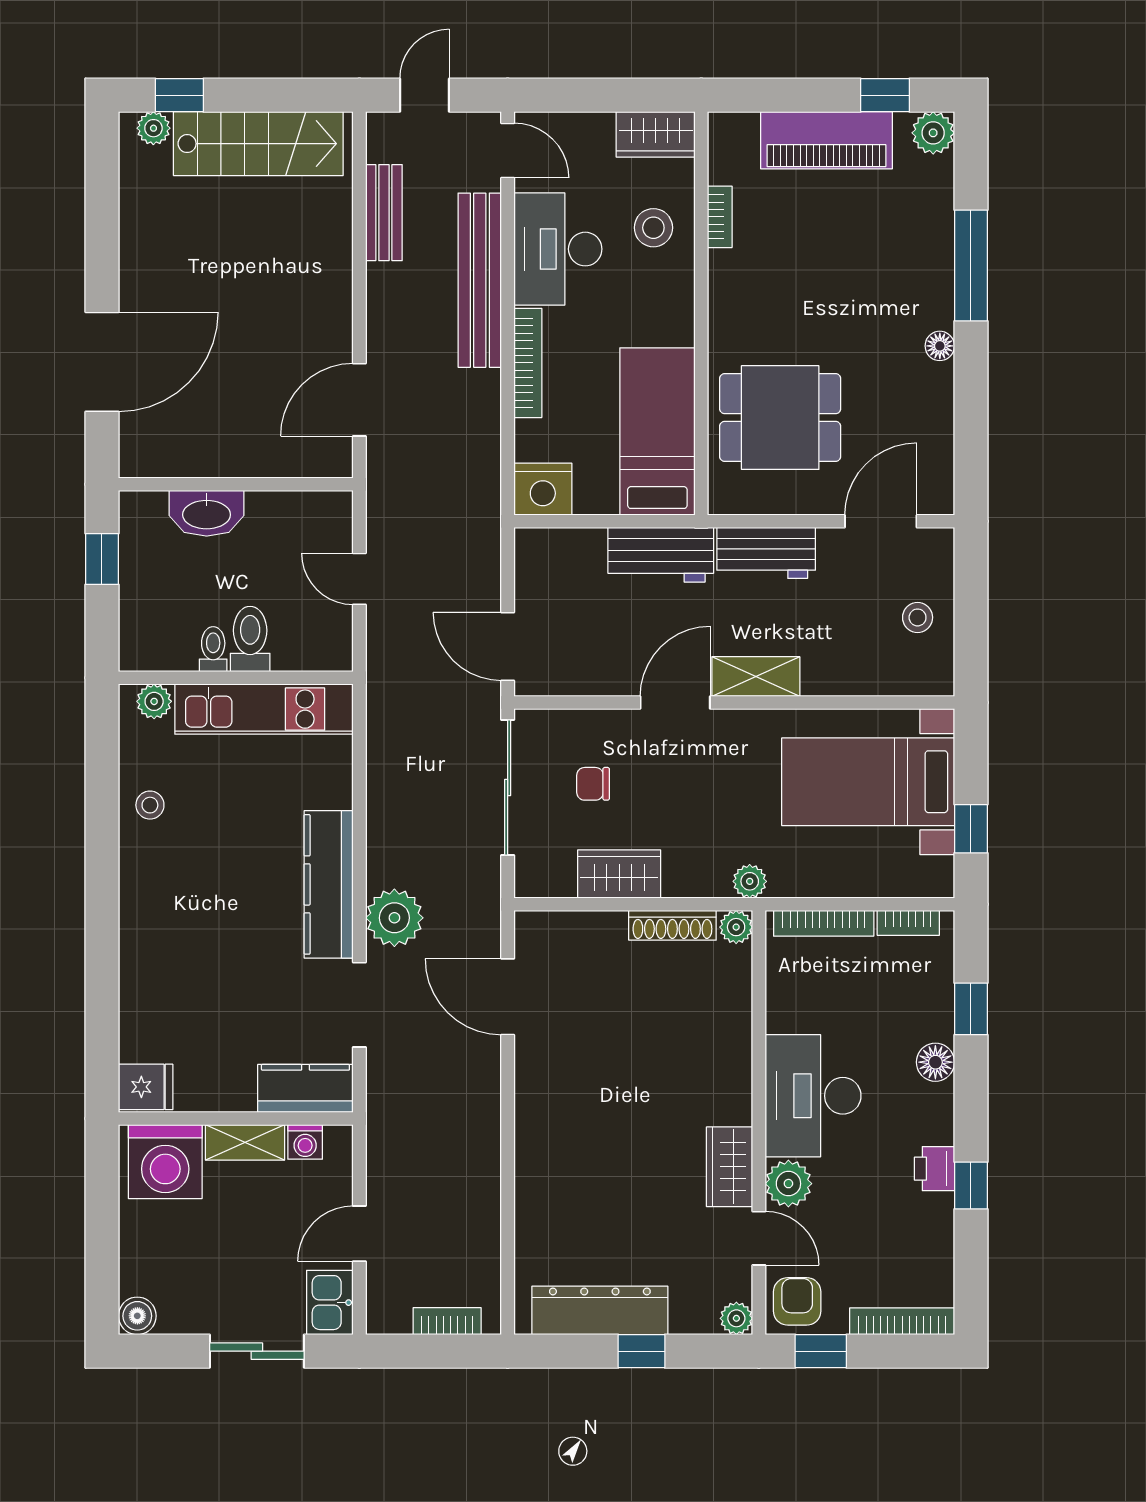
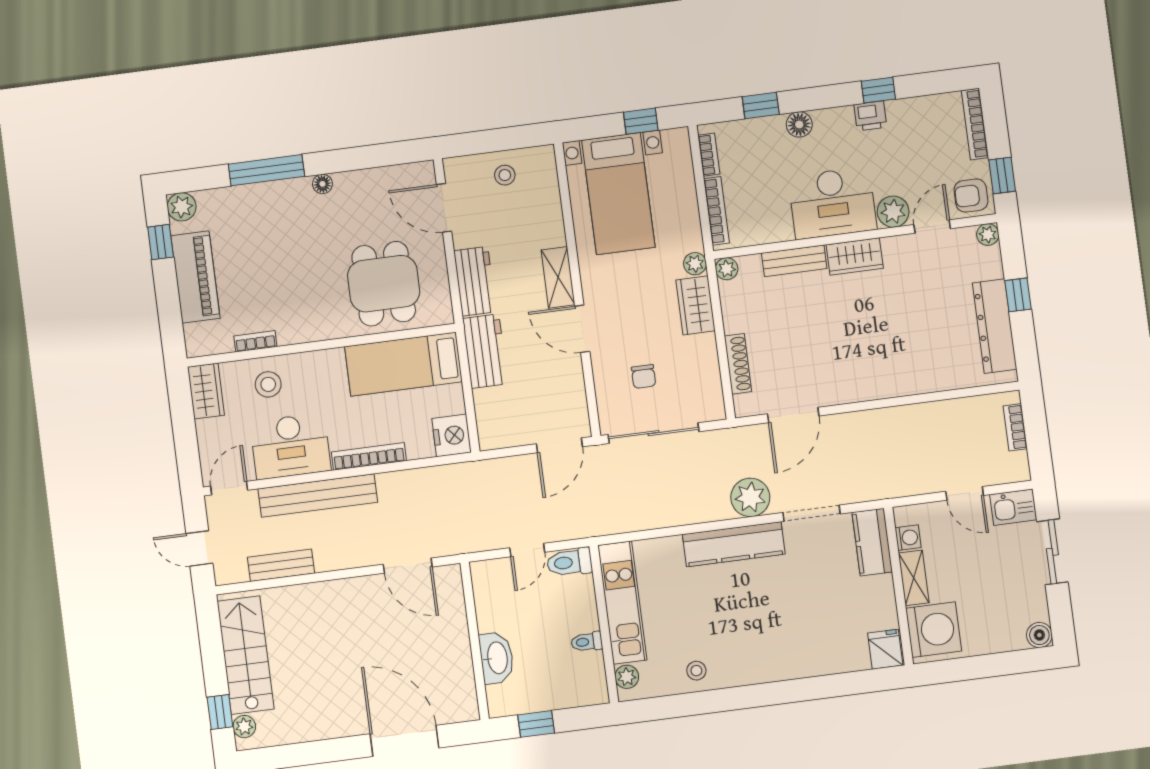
toilet: (250, 639) -> (569, 562), moved
wardrobe: (619, 874) -> (695, 305), moved
shoe rack: (672, 925) -> (738, 364), moved
bench: (735, 1028) -> (794, 261), added
wardrobe: (730, 1167) -> (855, 256), moved

